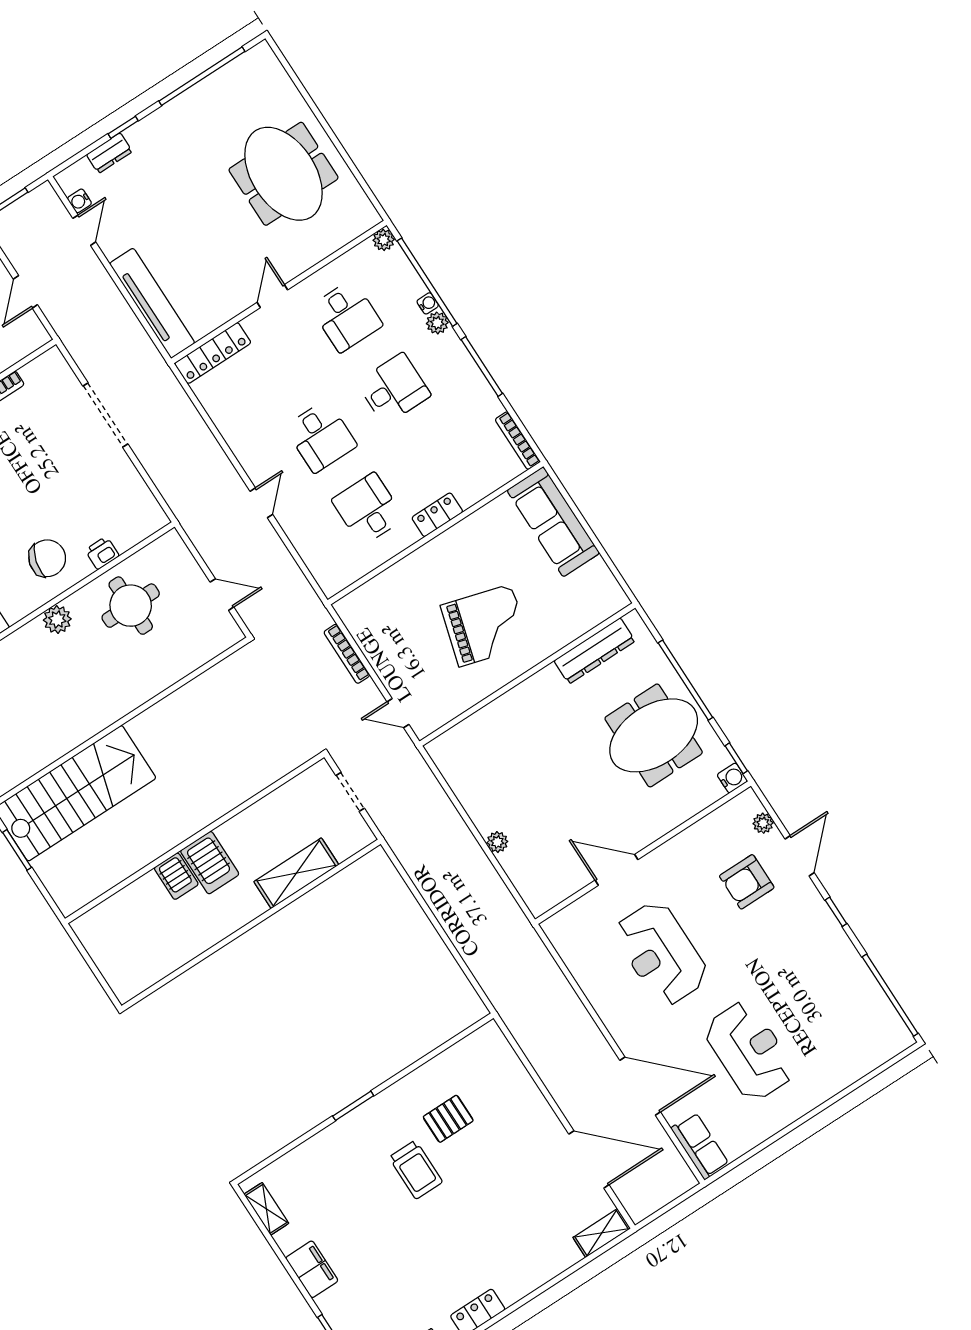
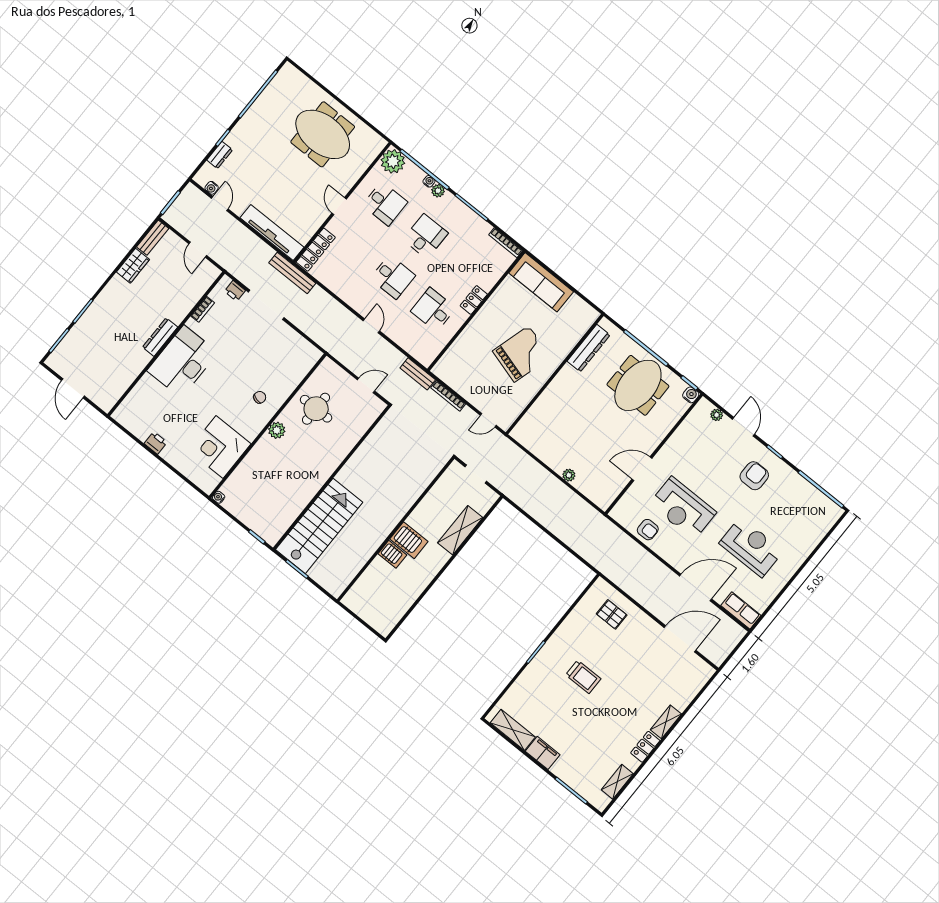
plant: (384, 240) -> (393, 161), width x1.88, depth x1.88
bench: (163, 378) -> (292, 273), added
printer: (102, 553) -> (235, 291), moved, turned -90
chair: (47, 558) -> (260, 397), width x0.54, depth x0.54
bench: (310, 603) -> (418, 374), added
armchair: (747, 882) -> (754, 476), moved, turned 180
armchair: (594, 969) -> (648, 530), added
pallet: (448, 1119) -> (612, 614), moved, turned 90
shelving: (266, 1209) -> (513, 730), width x1.50, depth x1.33
shelving: (602, 1233) -> (666, 722), moved

